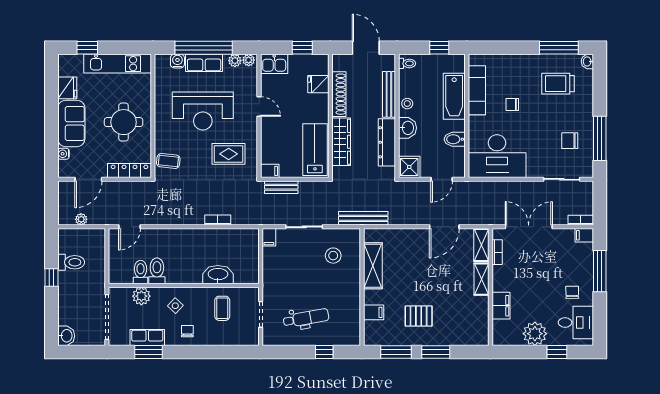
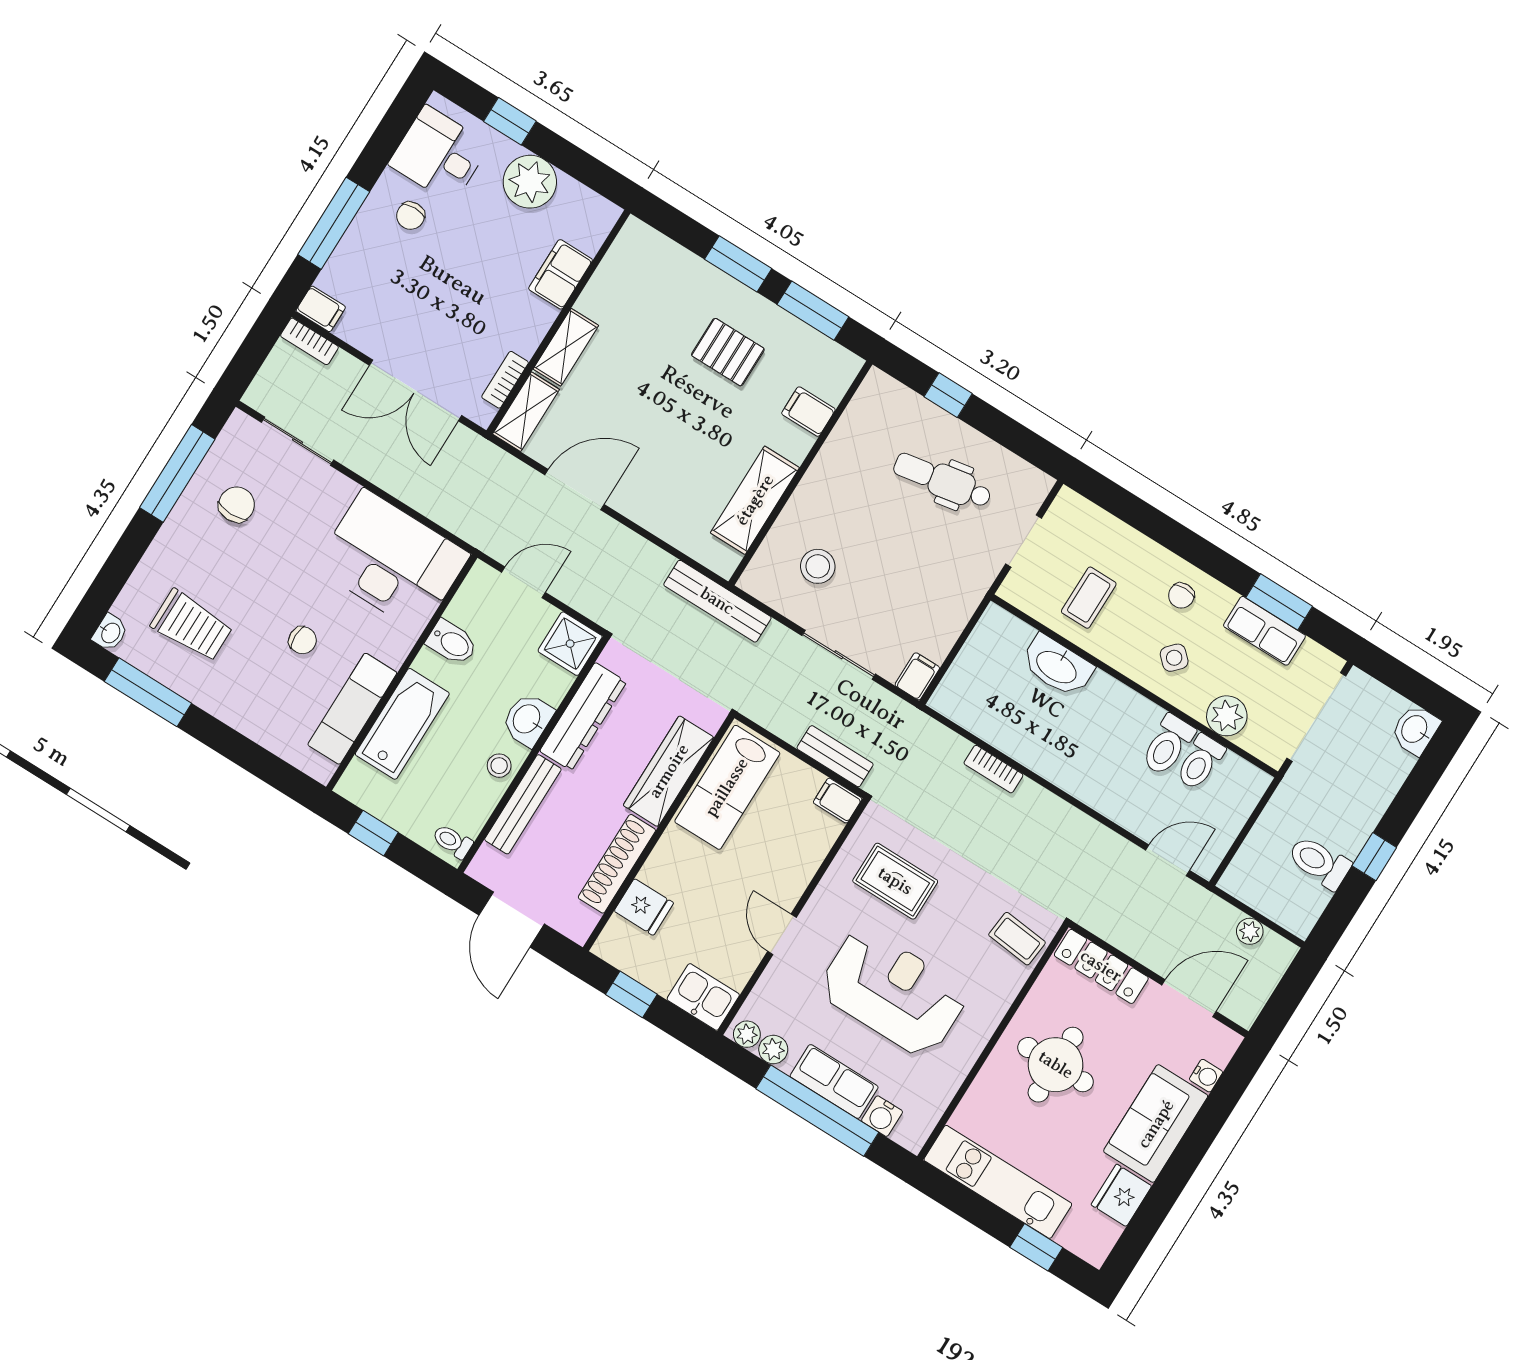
chair: (570, 141) -> (237, 505), turned -90

